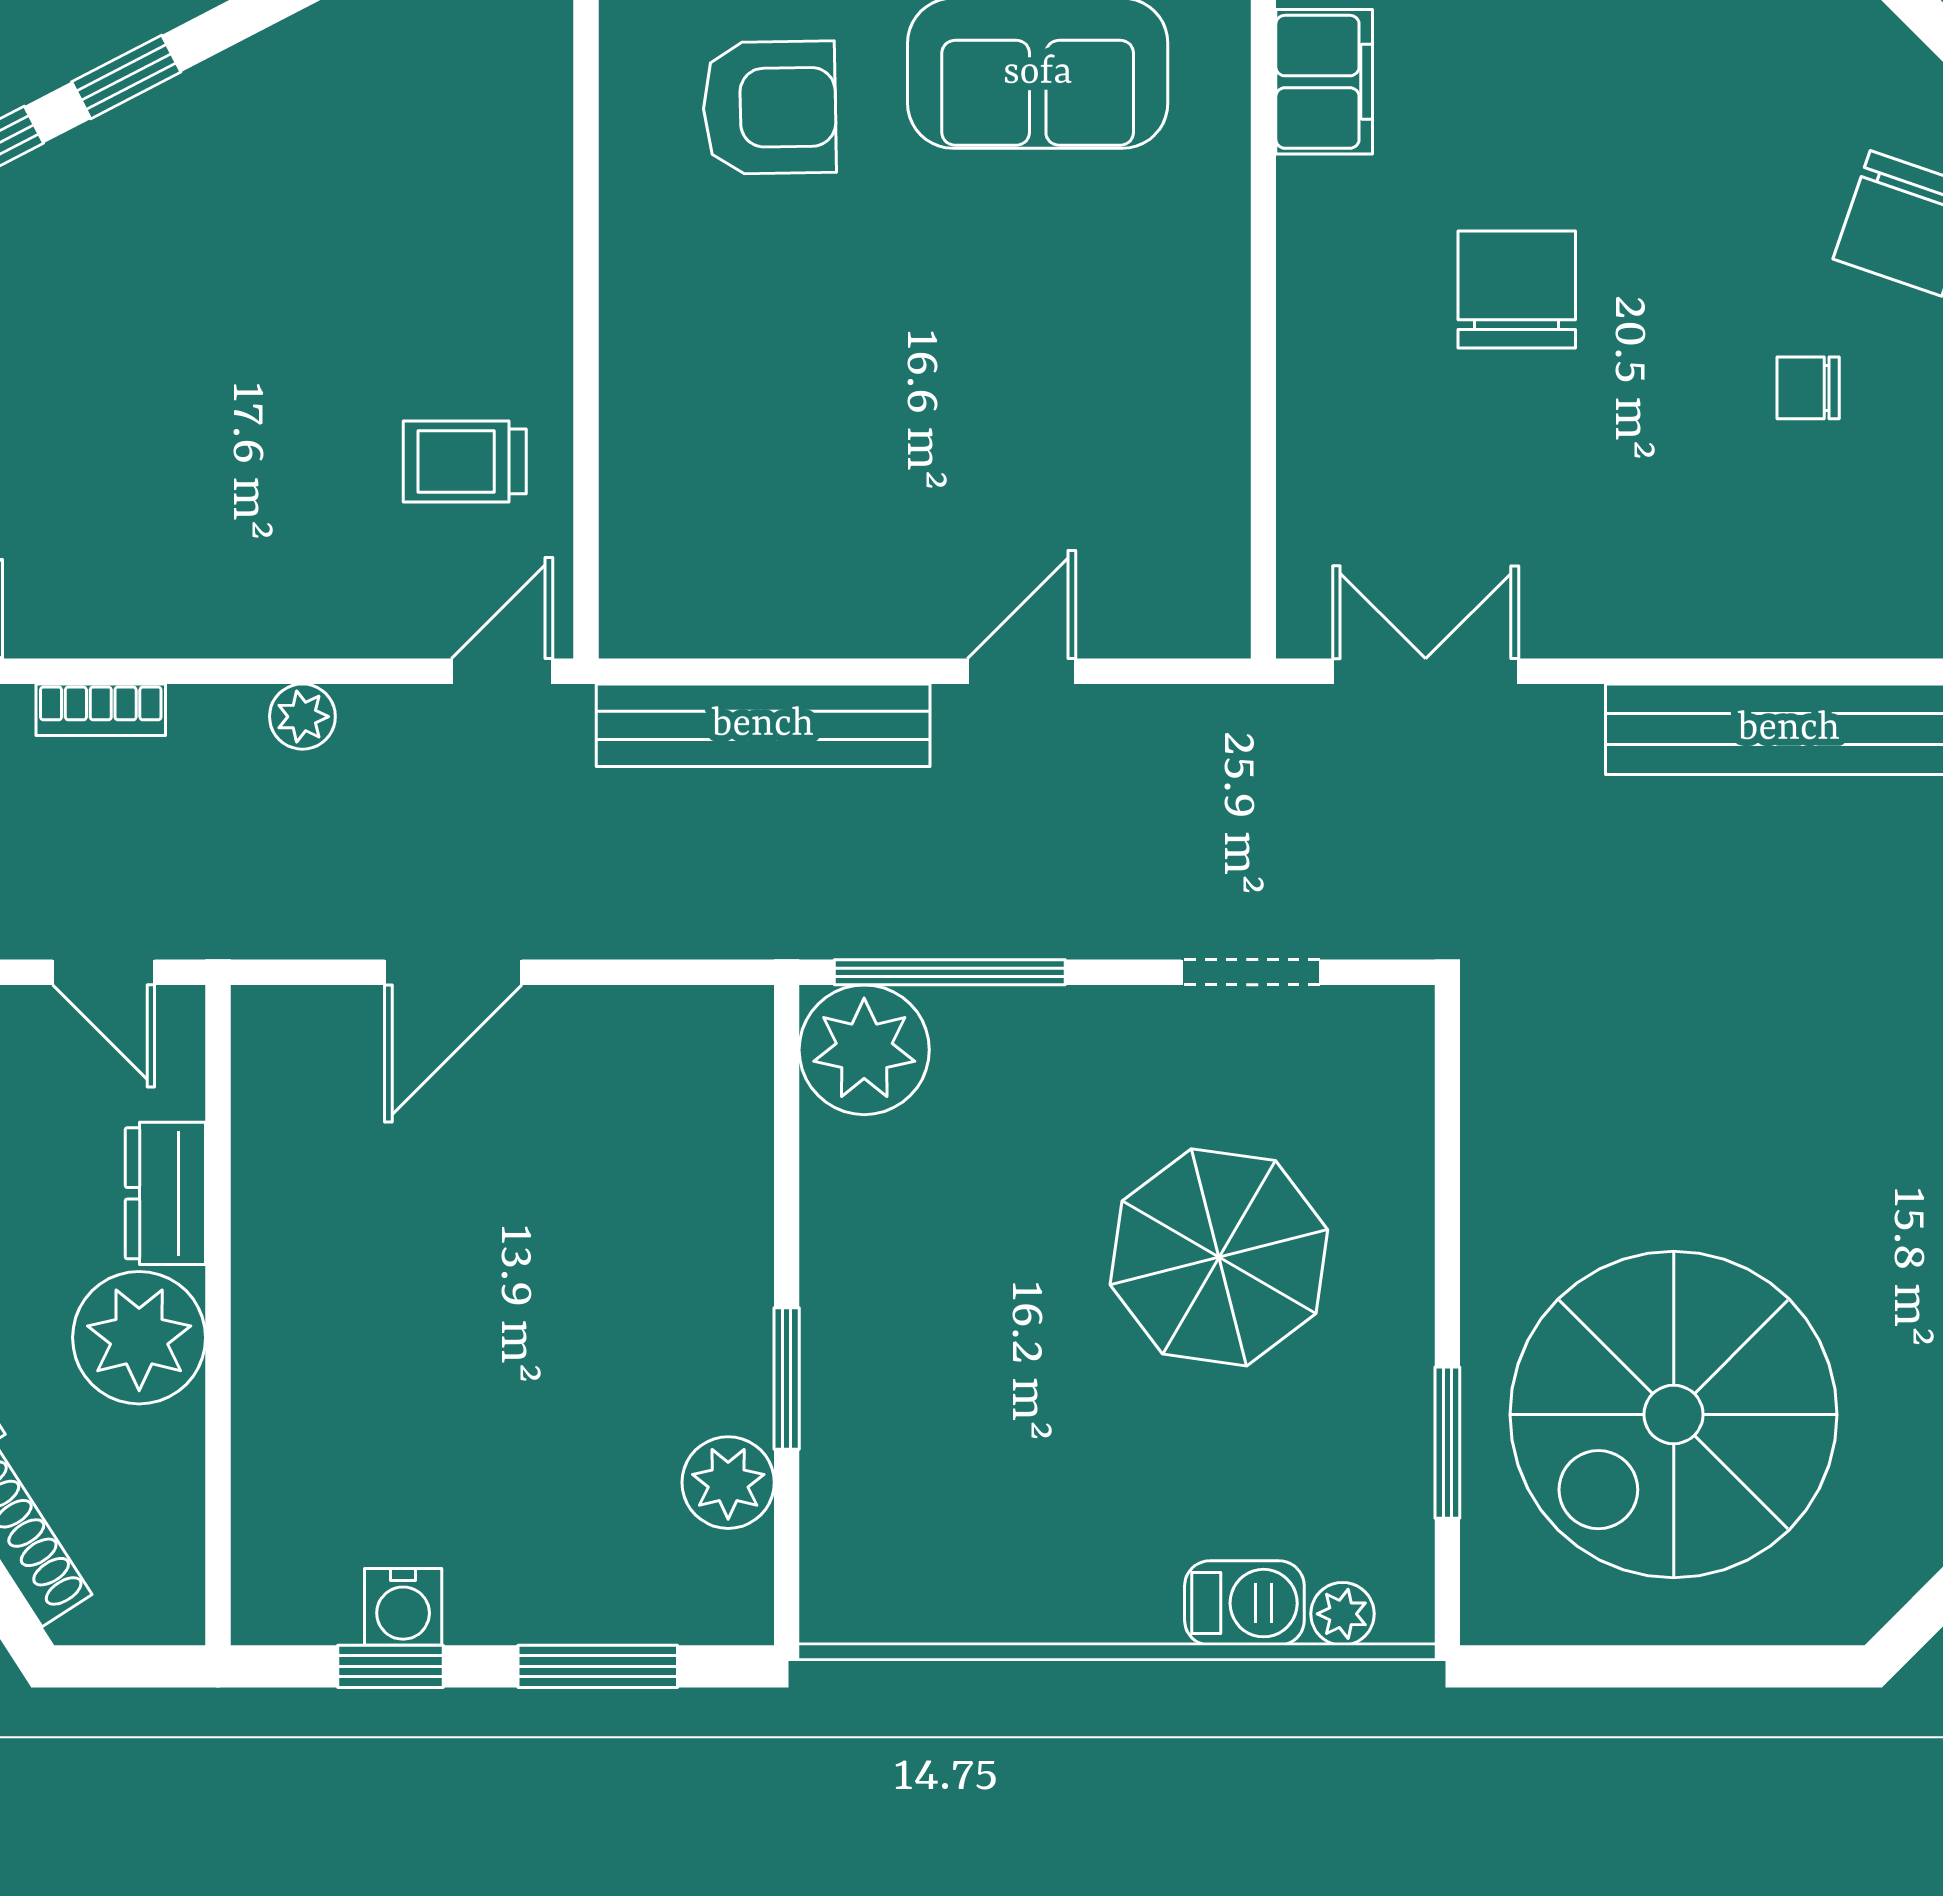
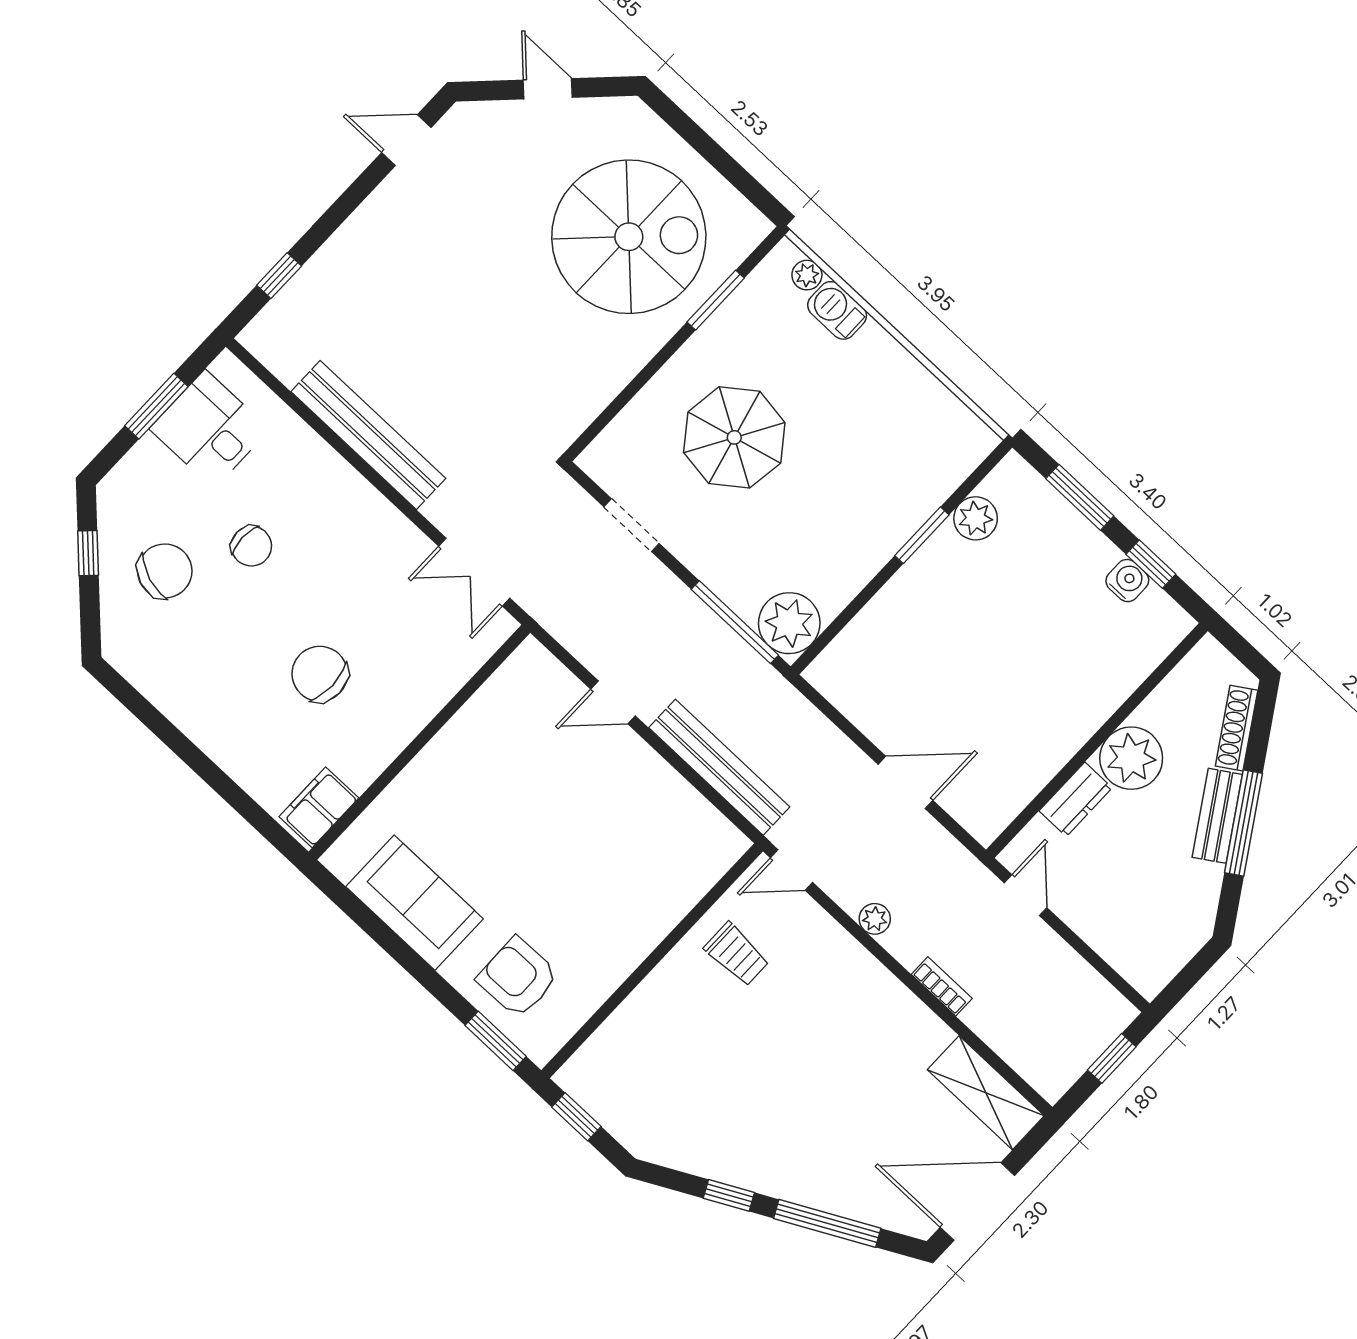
chair: (1517, 289) -> (320, 674), turned 90
chair: (1808, 388) -> (251, 546), width x1.37, depth x1.37

